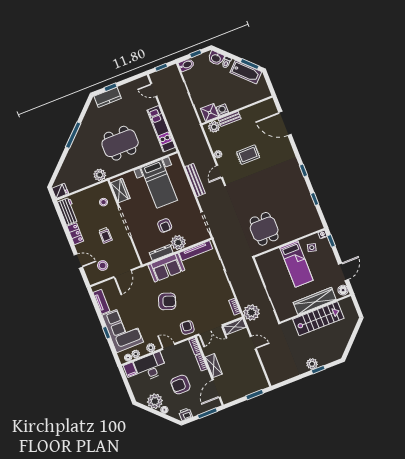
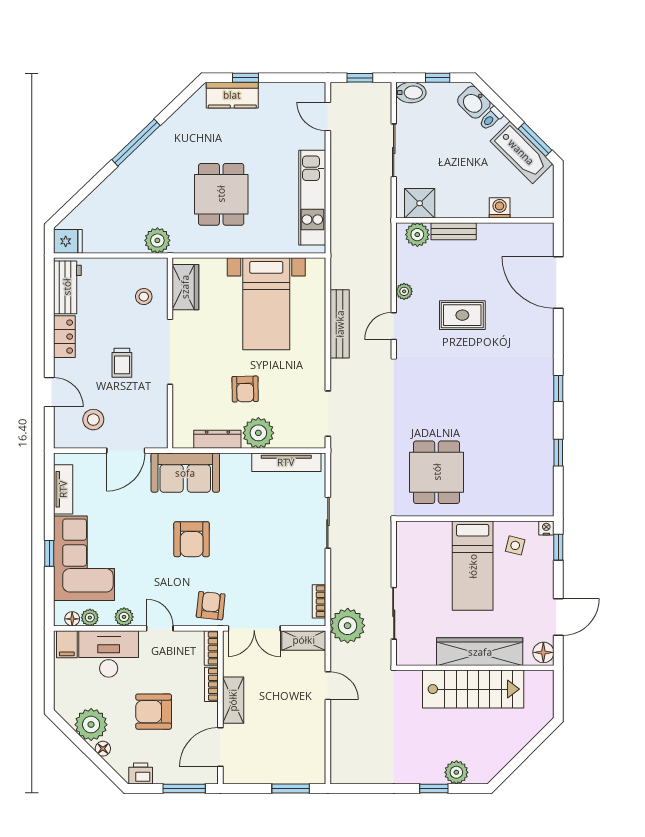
washing machine: (222, 110) -> (500, 208), moved
dining table: (120, 143) -> (221, 194), width x0.73
sofa: (166, 268) -> (185, 473), moved
armchair: (167, 301) -> (192, 539), turned 71
plant: (312, 364) -> (456, 772), moved

